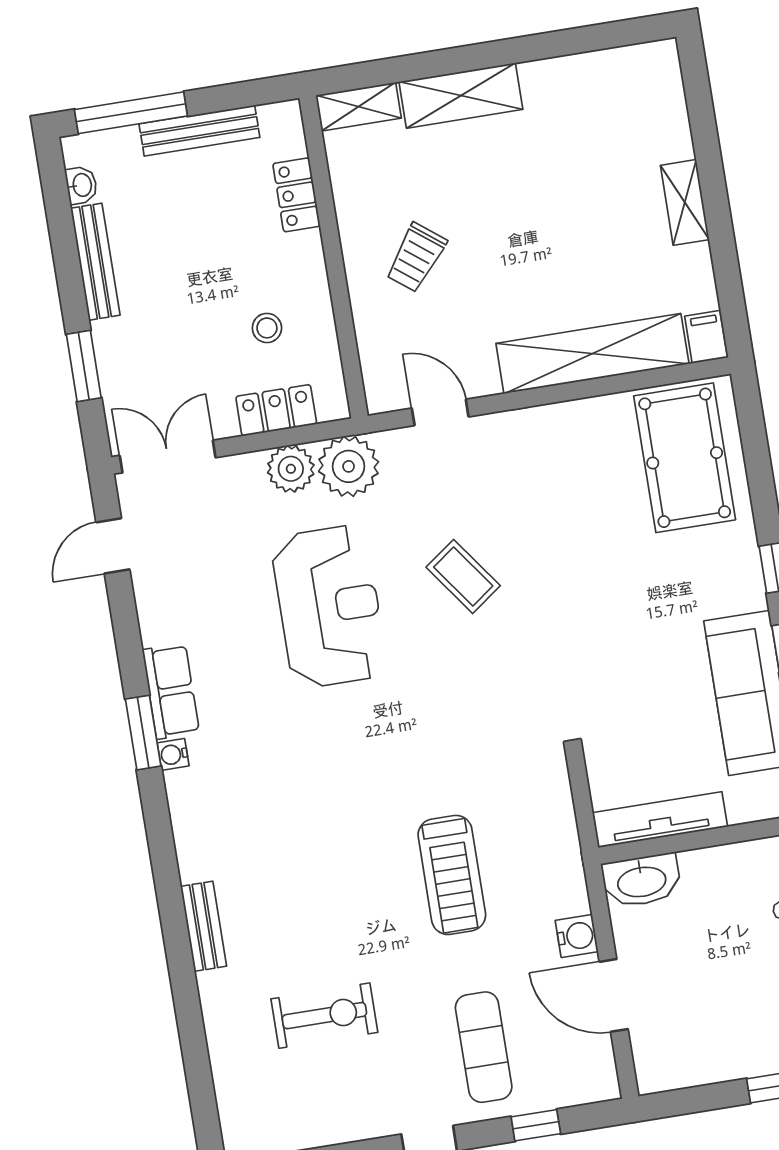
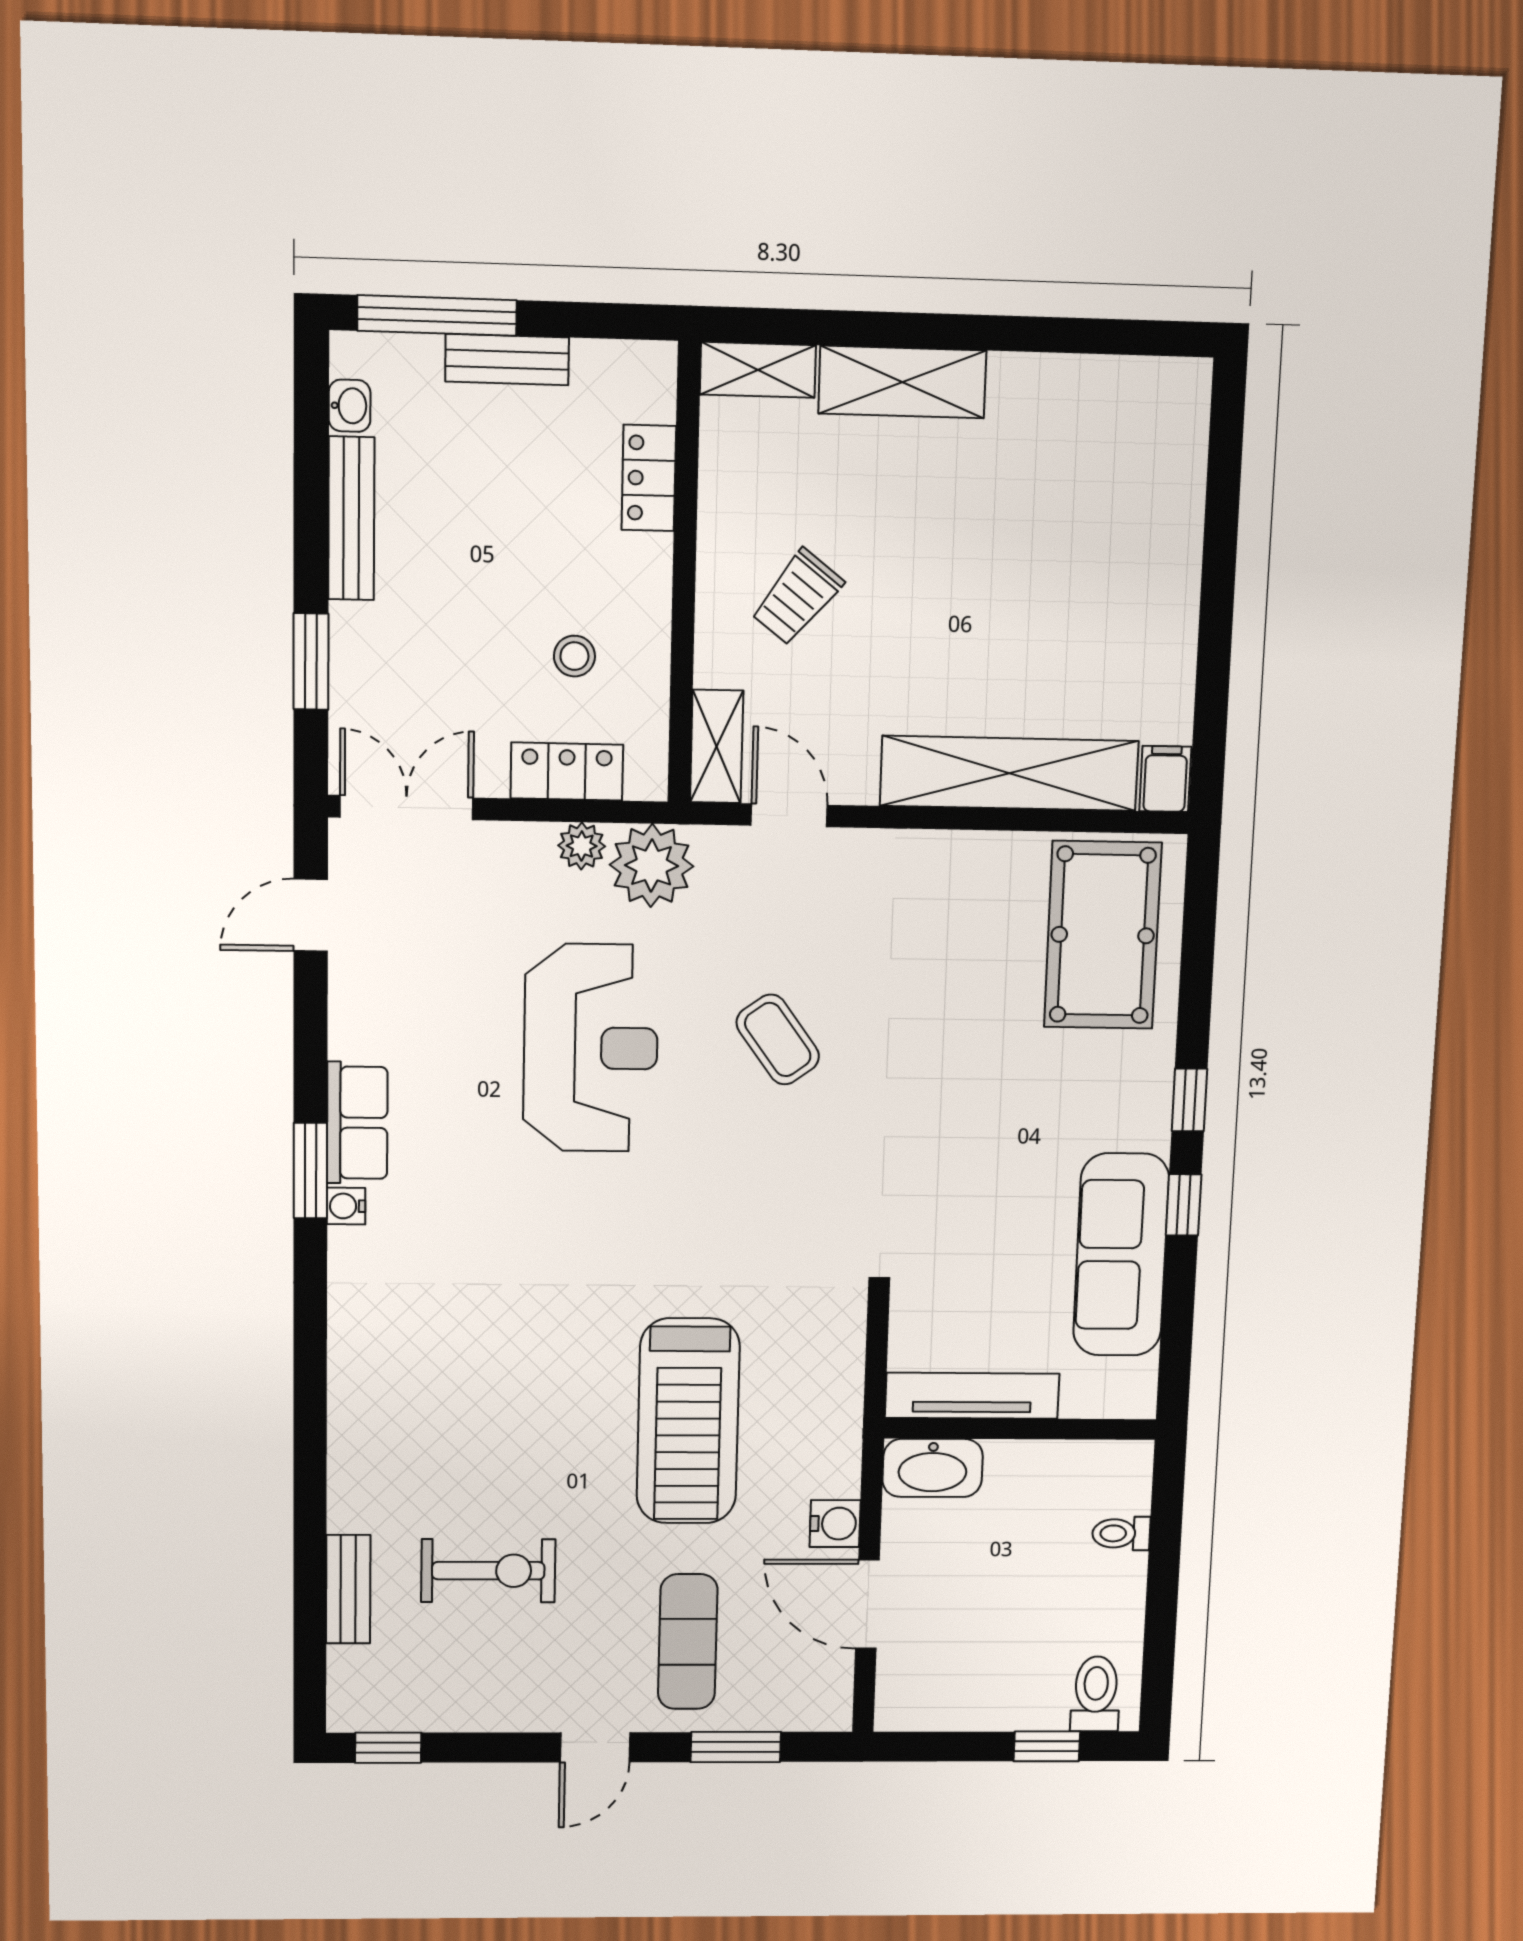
bench: (199, 131) -> (507, 360), width x0.73
shelving: (685, 202) -> (717, 746), moved
plant: (291, 469) -> (582, 846), width x0.73, depth x0.73
treadmill: (452, 875) -> (688, 1421), width x1.37, depth x1.38
bench: (204, 926) -> (348, 1589), moved
window: (536, 1125) -> (736, 1747), width x1.50

